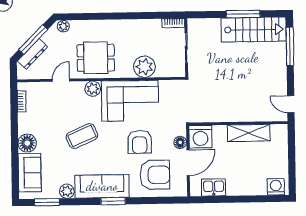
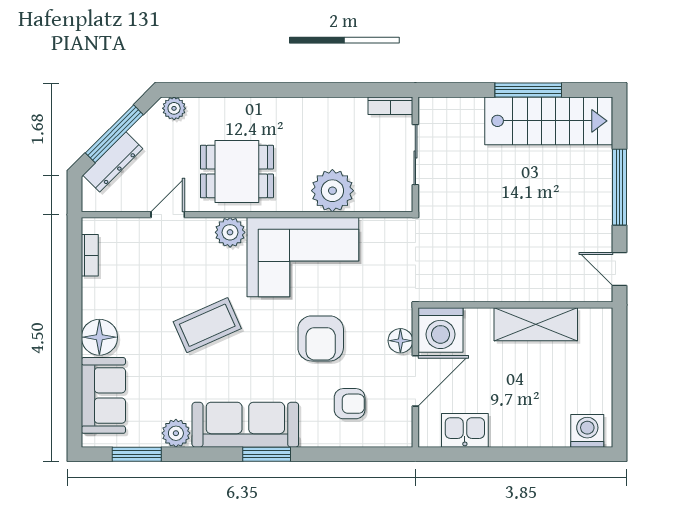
window: (290, 46) -> (619, 187), moved
armchair: (155, 175) -> (350, 404), width x0.53, depth x0.53

